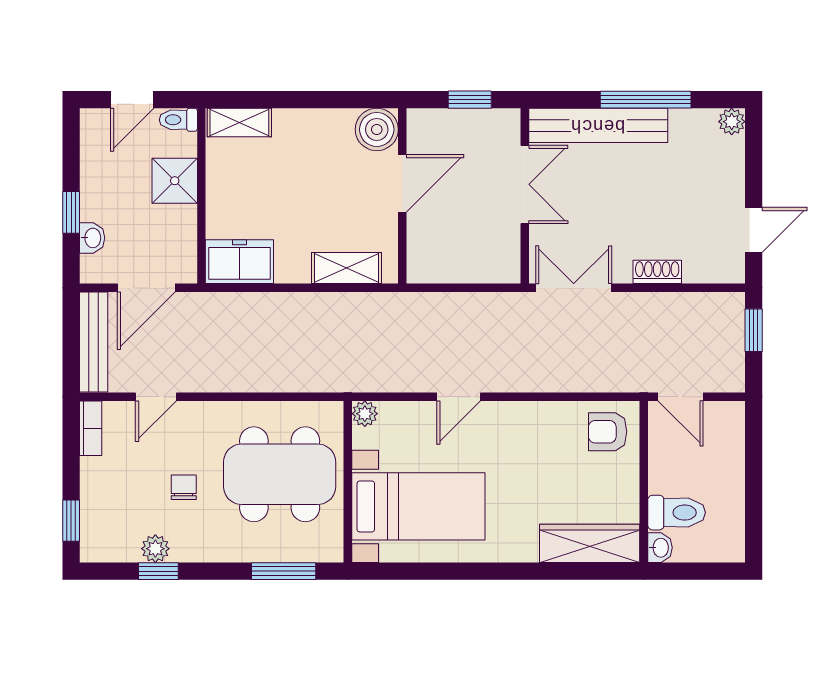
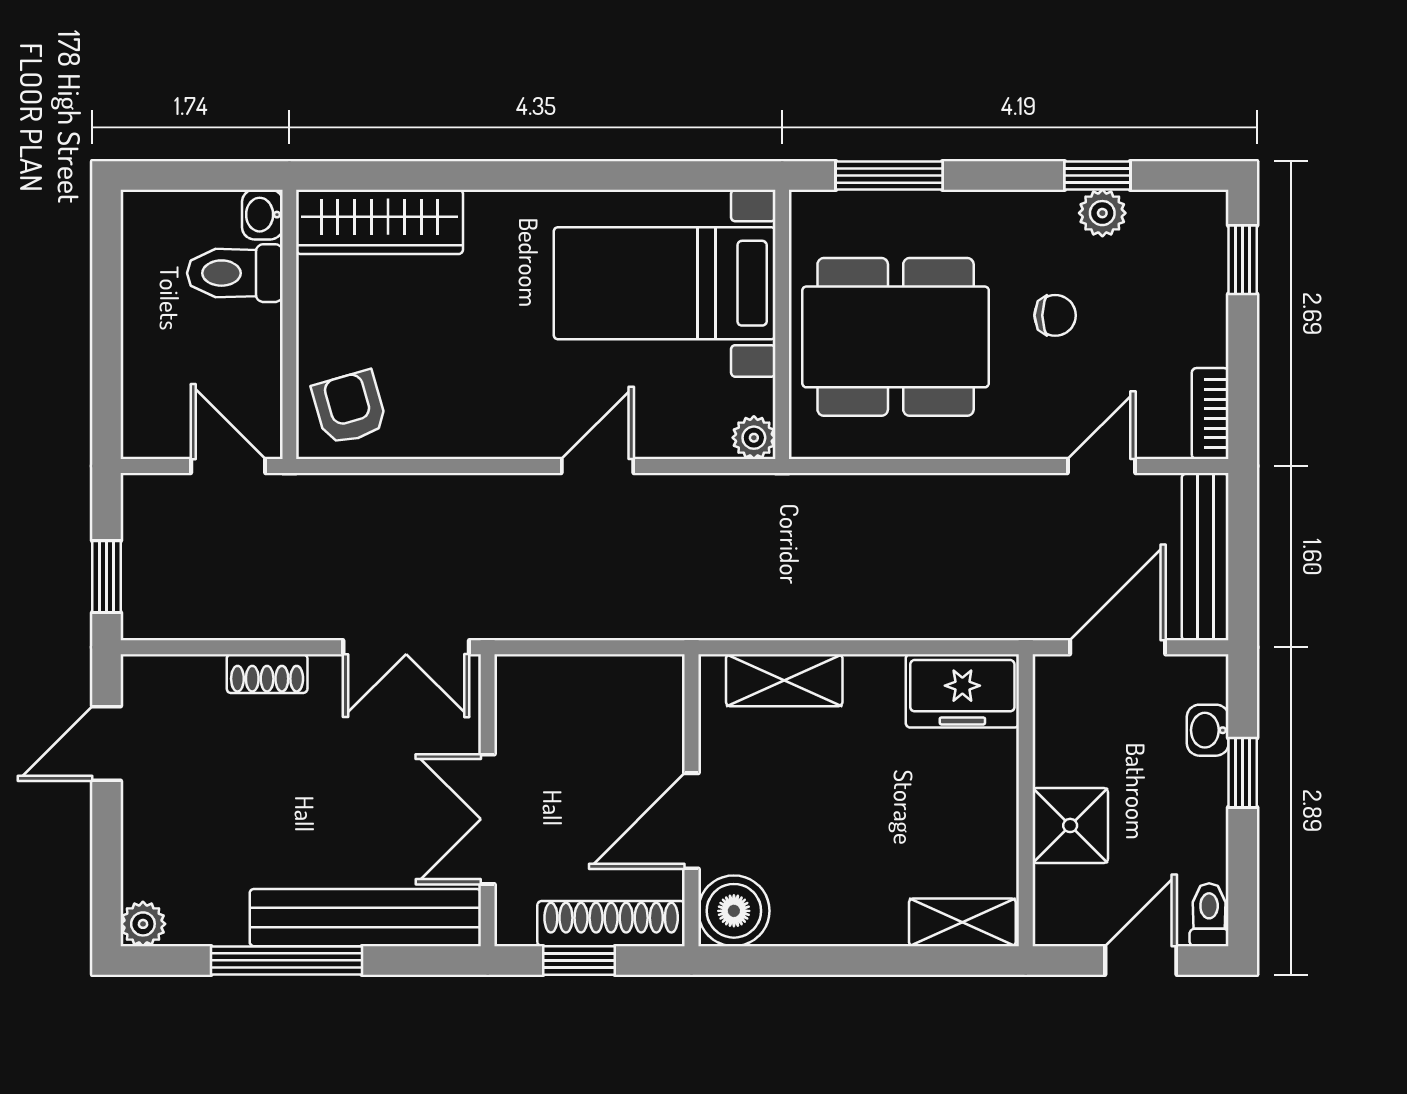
toilet: (178, 120) -> (1209, 915), moved, turned -90
shoe rack: (450, 122) -> (611, 924), added
armchair: (608, 432) -> (349, 408), turned -106
chair: (184, 487) -> (1055, 315), turned -90

